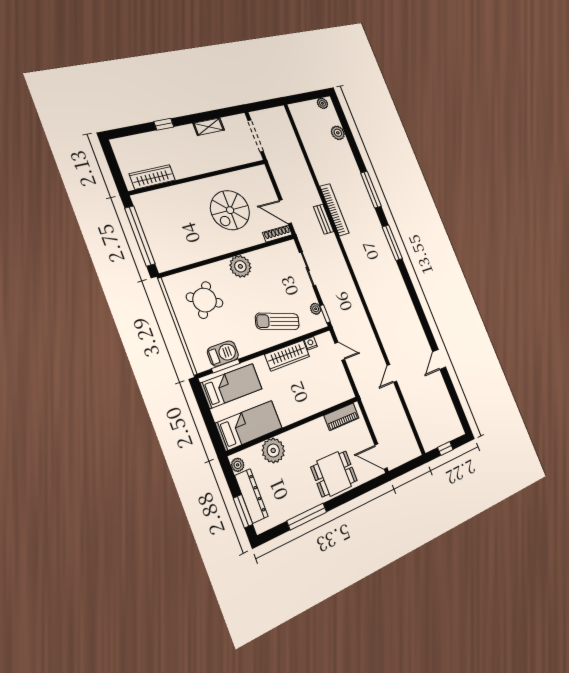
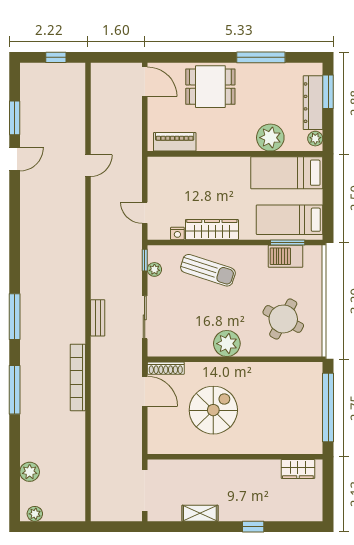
wardrobe: (152, 177) -> (298, 469), width x0.67
bench: (324, 219) -> (98, 318), moved
window: (452, 390) -> (15, 118), added

